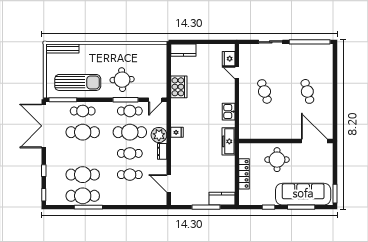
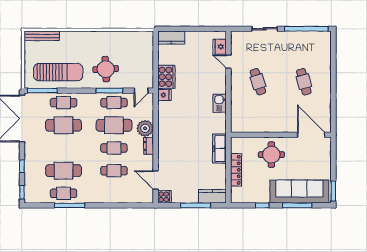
fridge: (177, 132) -> (164, 95), moved
freezer: (228, 141) -> (219, 149), moved
cafe table: (83, 196) -> (64, 193), width x0.73, depth x0.74
cooker: (177, 199) -> (164, 197), added

